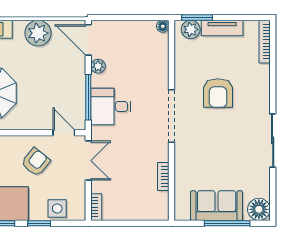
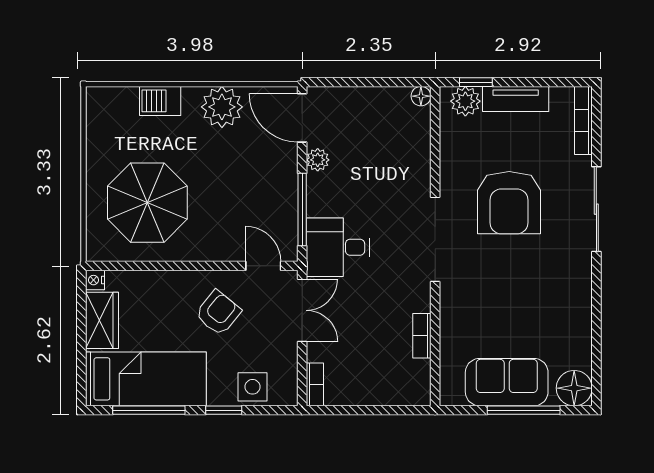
window: (197, 17) -> (476, 82), width x0.67
armchair: (218, 93) -> (509, 203), width x1.36, depth x1.36
desk: (111, 106) -> (338, 247), moved
sliding door: (273, 140) -> (596, 209), moved

